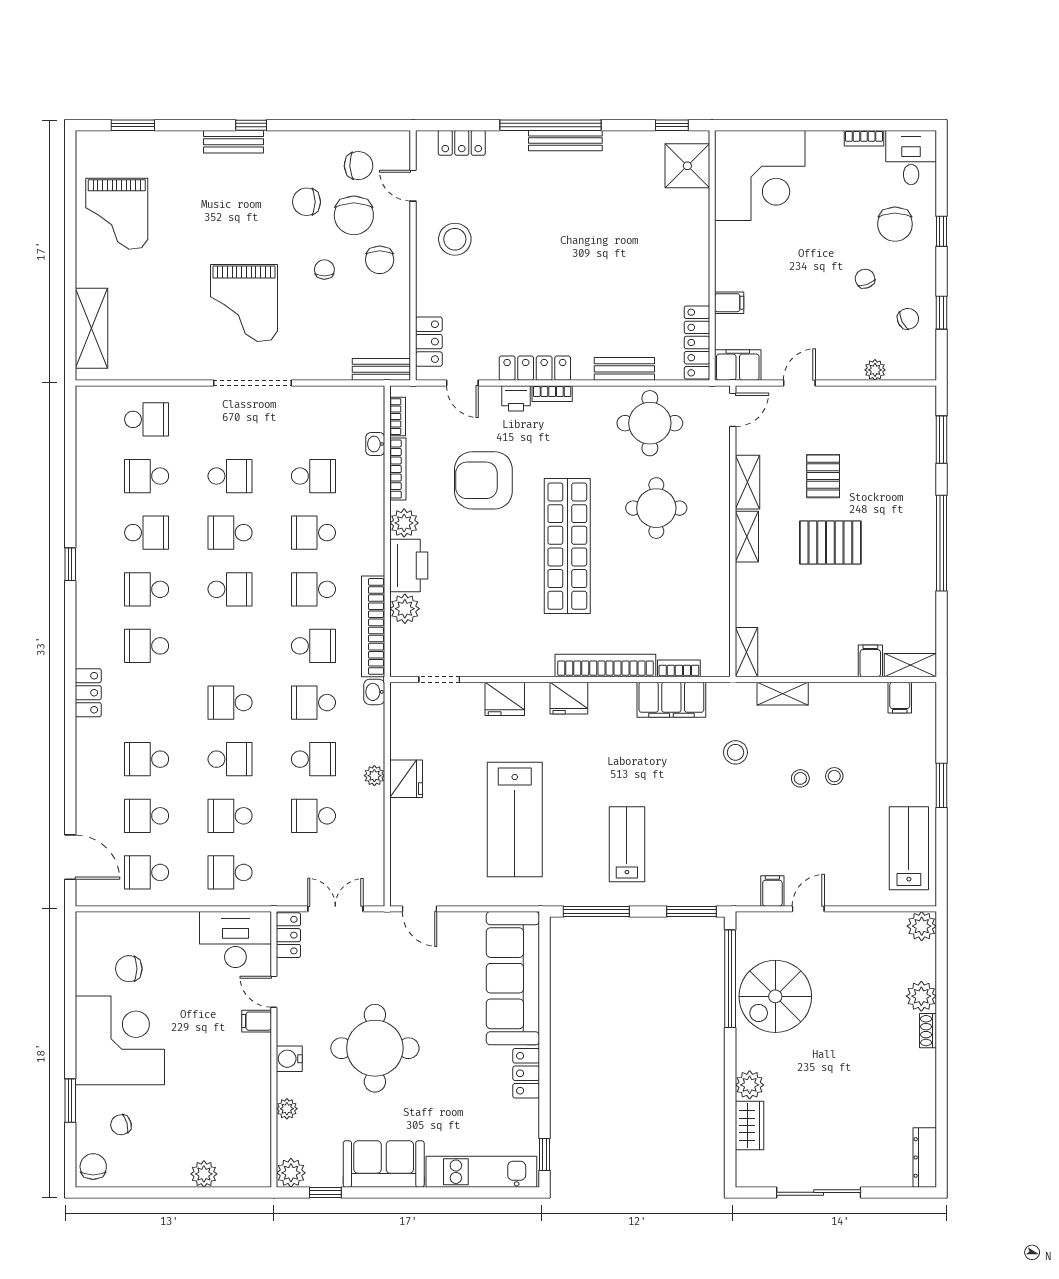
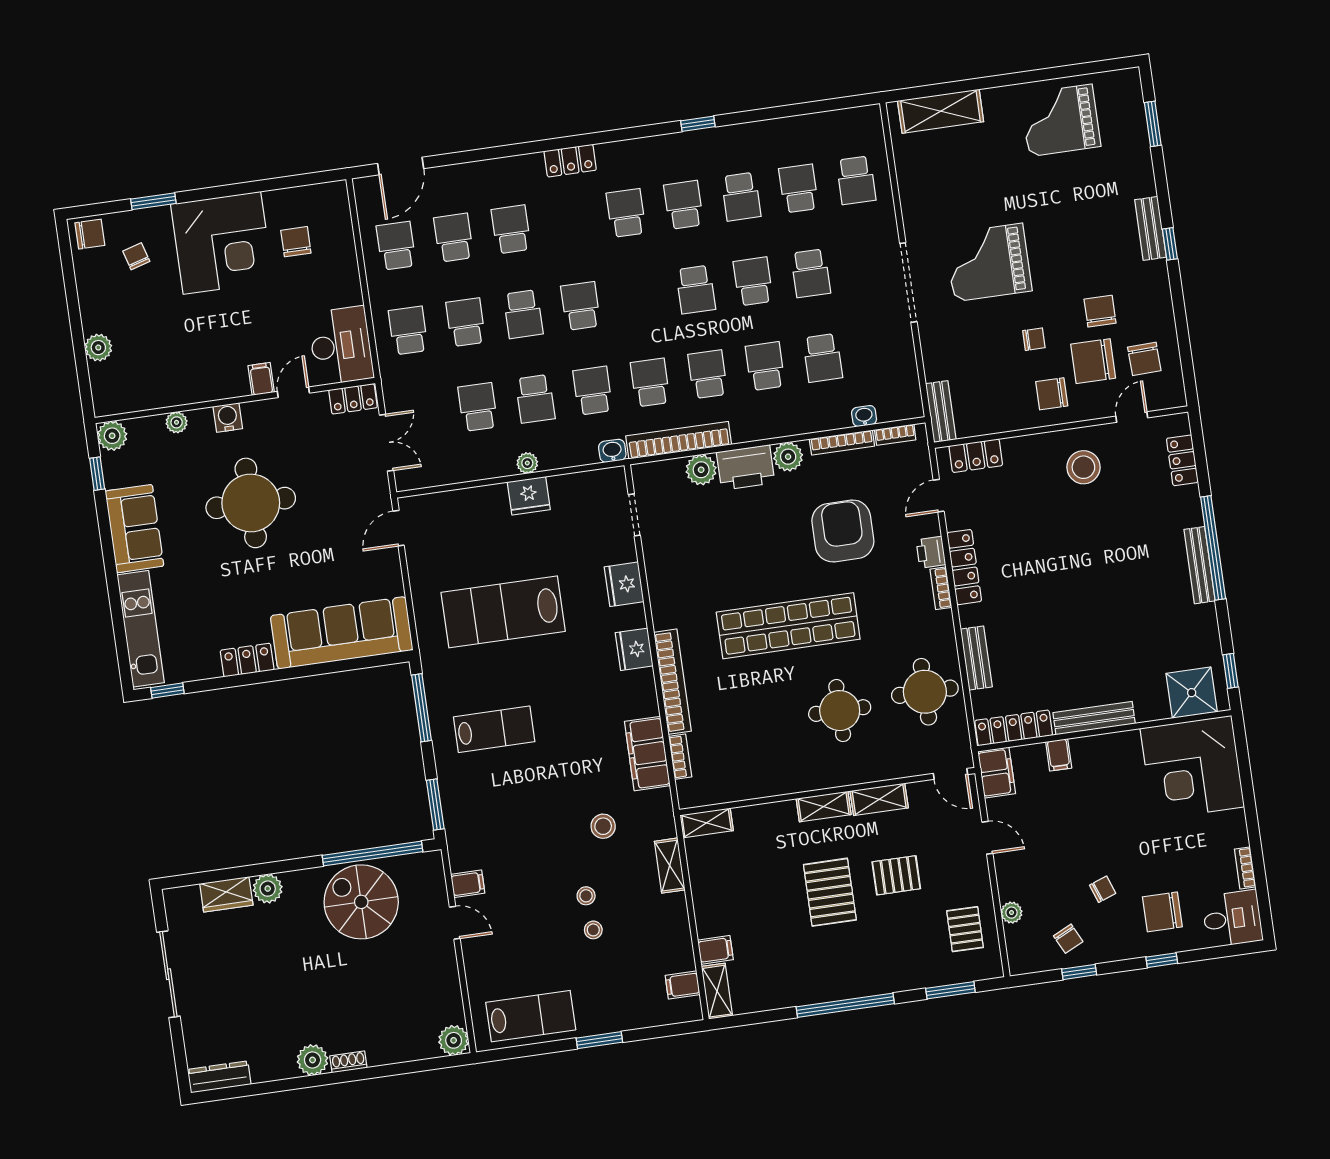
bench: (699, 263) -> (1094, 718), added
pallet: (885, 417) -> (965, 929), added
school desk: (313, 646) -> (650, 382), turned 180
plant: (921, 996) -> (313, 1060), moved

